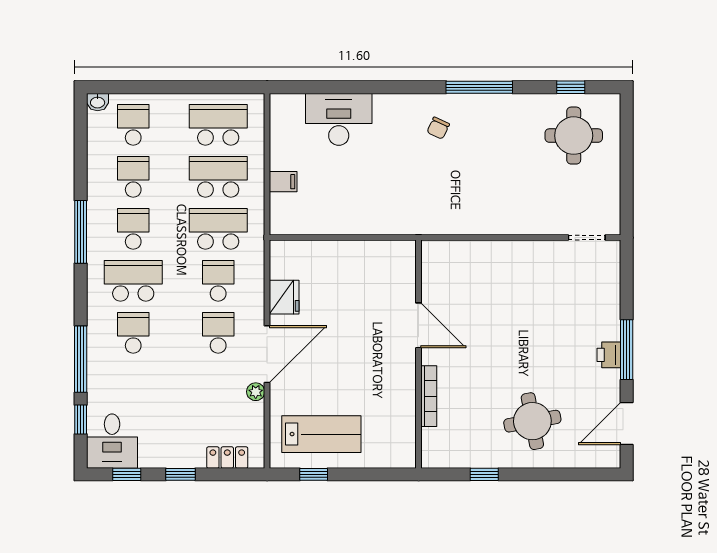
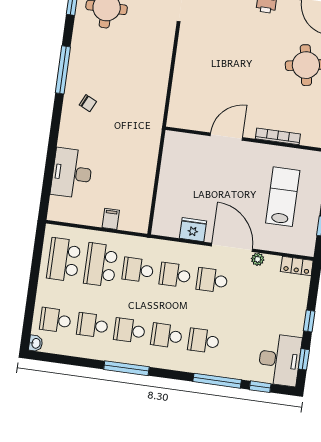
school desk: (218, 229) -> (138, 270), width x0.54
school desk: (133, 281) -> (167, 336), width x0.54
lab bench: (321, 434) -> (283, 197), moved
desk: (112, 441) -> (280, 360), width x1.37
locker: (227, 458) -> (297, 266), moved, turned -90

